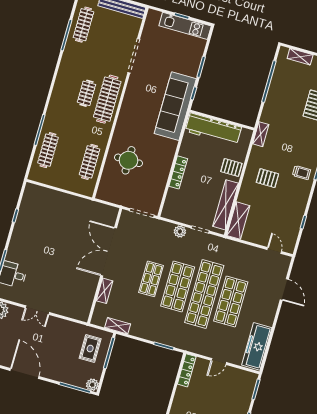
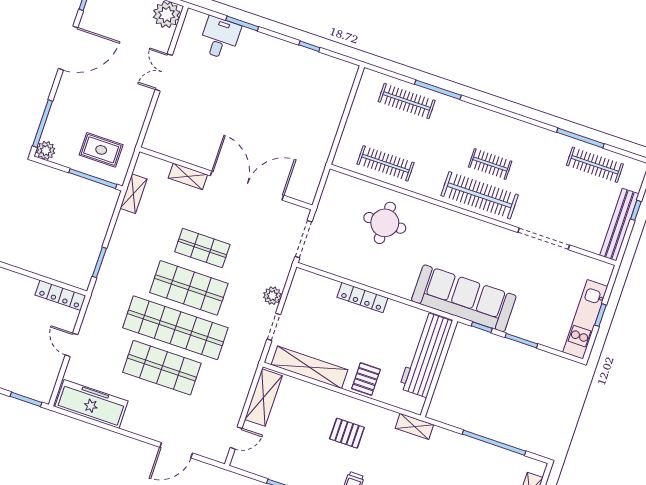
pallet: (267, 178) -> (347, 433), turned 90
shelving: (238, 221) -> (263, 398), moved, turned 90

